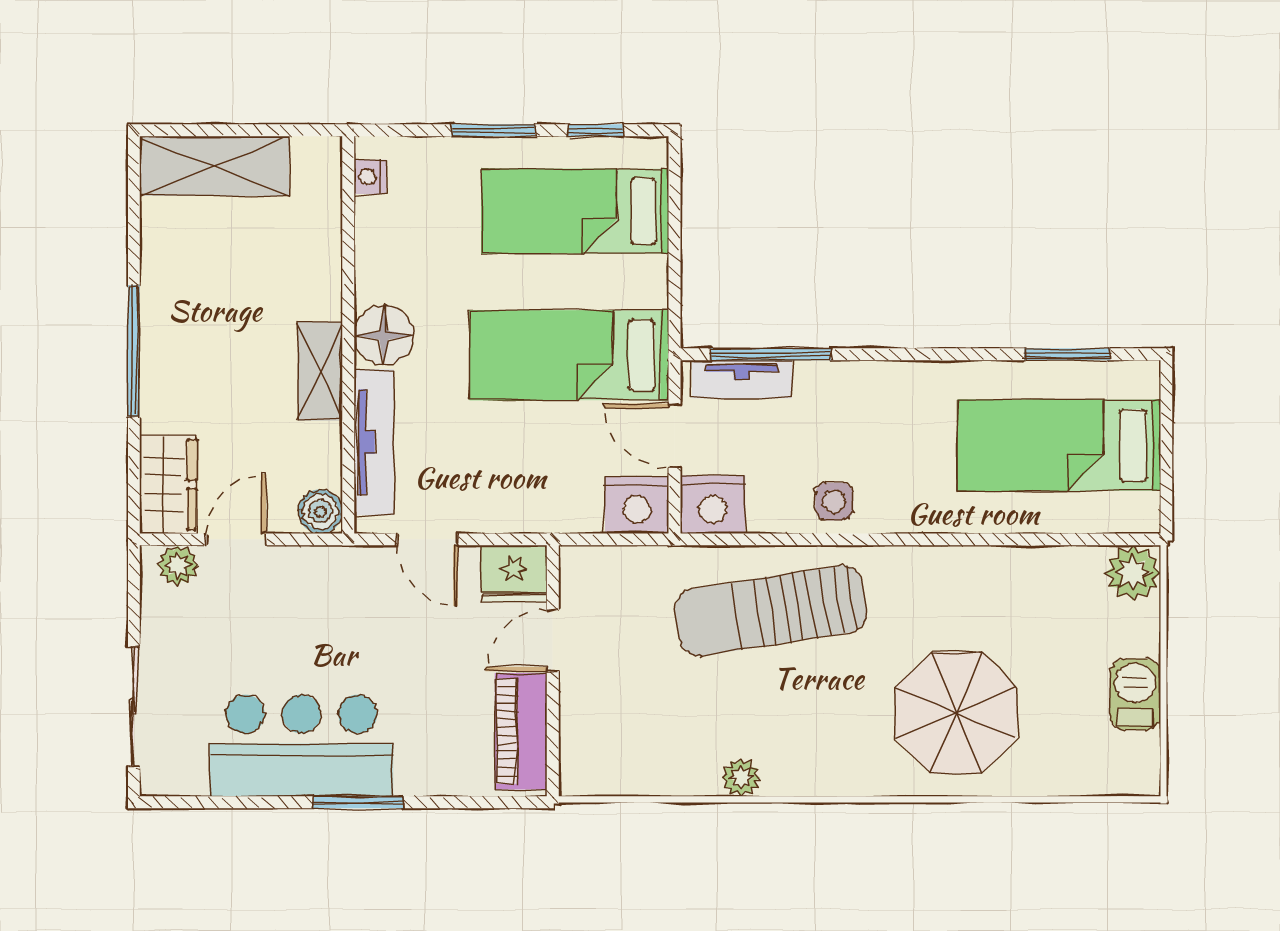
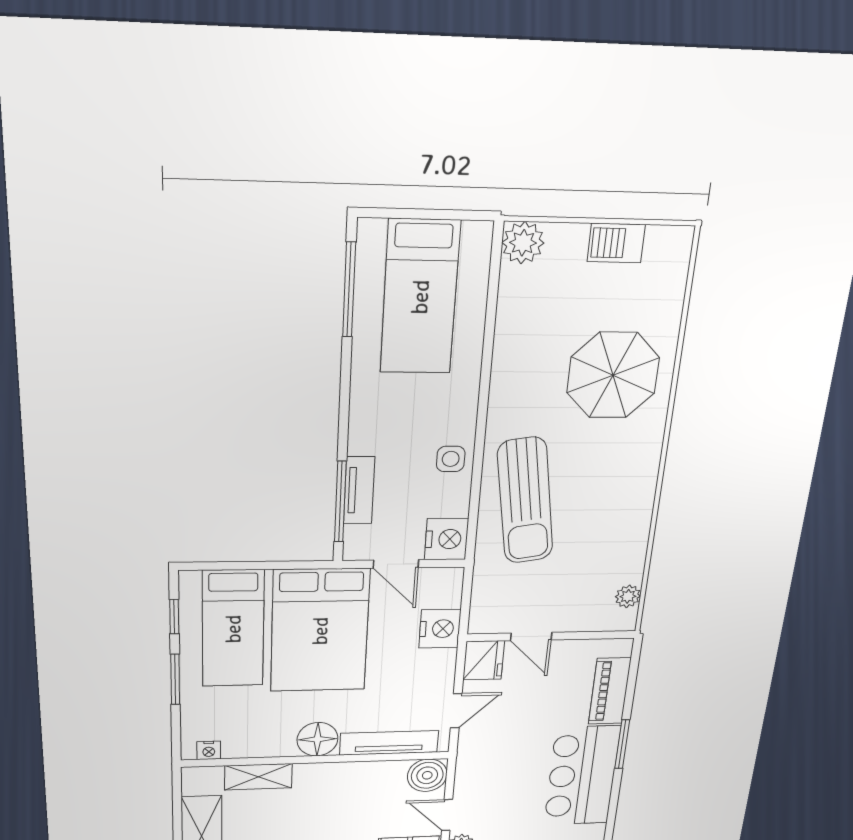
window: (1067, 354) -> (349, 290), width x1.44
bed: (569, 355) -> (320, 631), width x1.50
shelving: (320, 371) -> (258, 777), moved
tv unit: (742, 379) -> (359, 490), moved
door: (674, 436) -> (396, 564), hinge flipped
nightstand: (637, 505) -> (440, 629), moved
boiler: (320, 511) -> (427, 775), width x1.36, depth x1.36
piano: (521, 731) -> (610, 691), moved, turned 90
plant: (741, 778) -> (628, 596), moved

